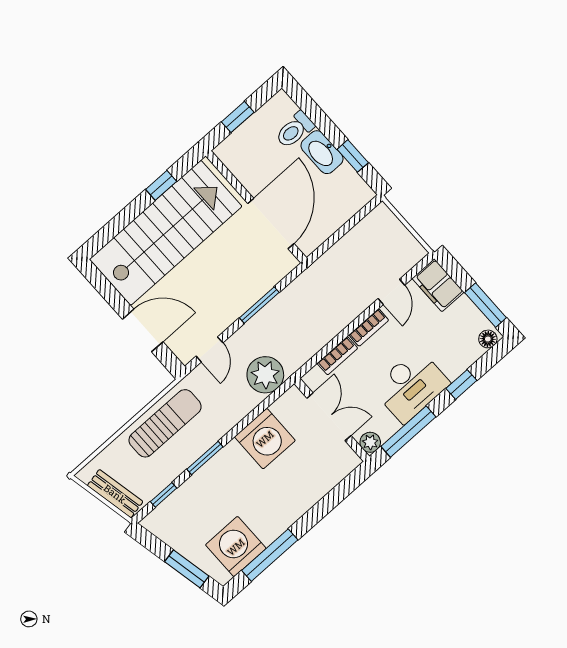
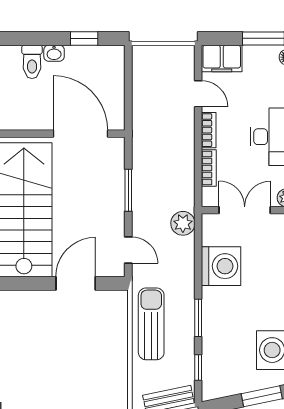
washbasin: (322, 152) -> (54, 53), width x0.52, depth x0.69
plant: (265, 375) -> (183, 223), width x0.73, depth x0.73

